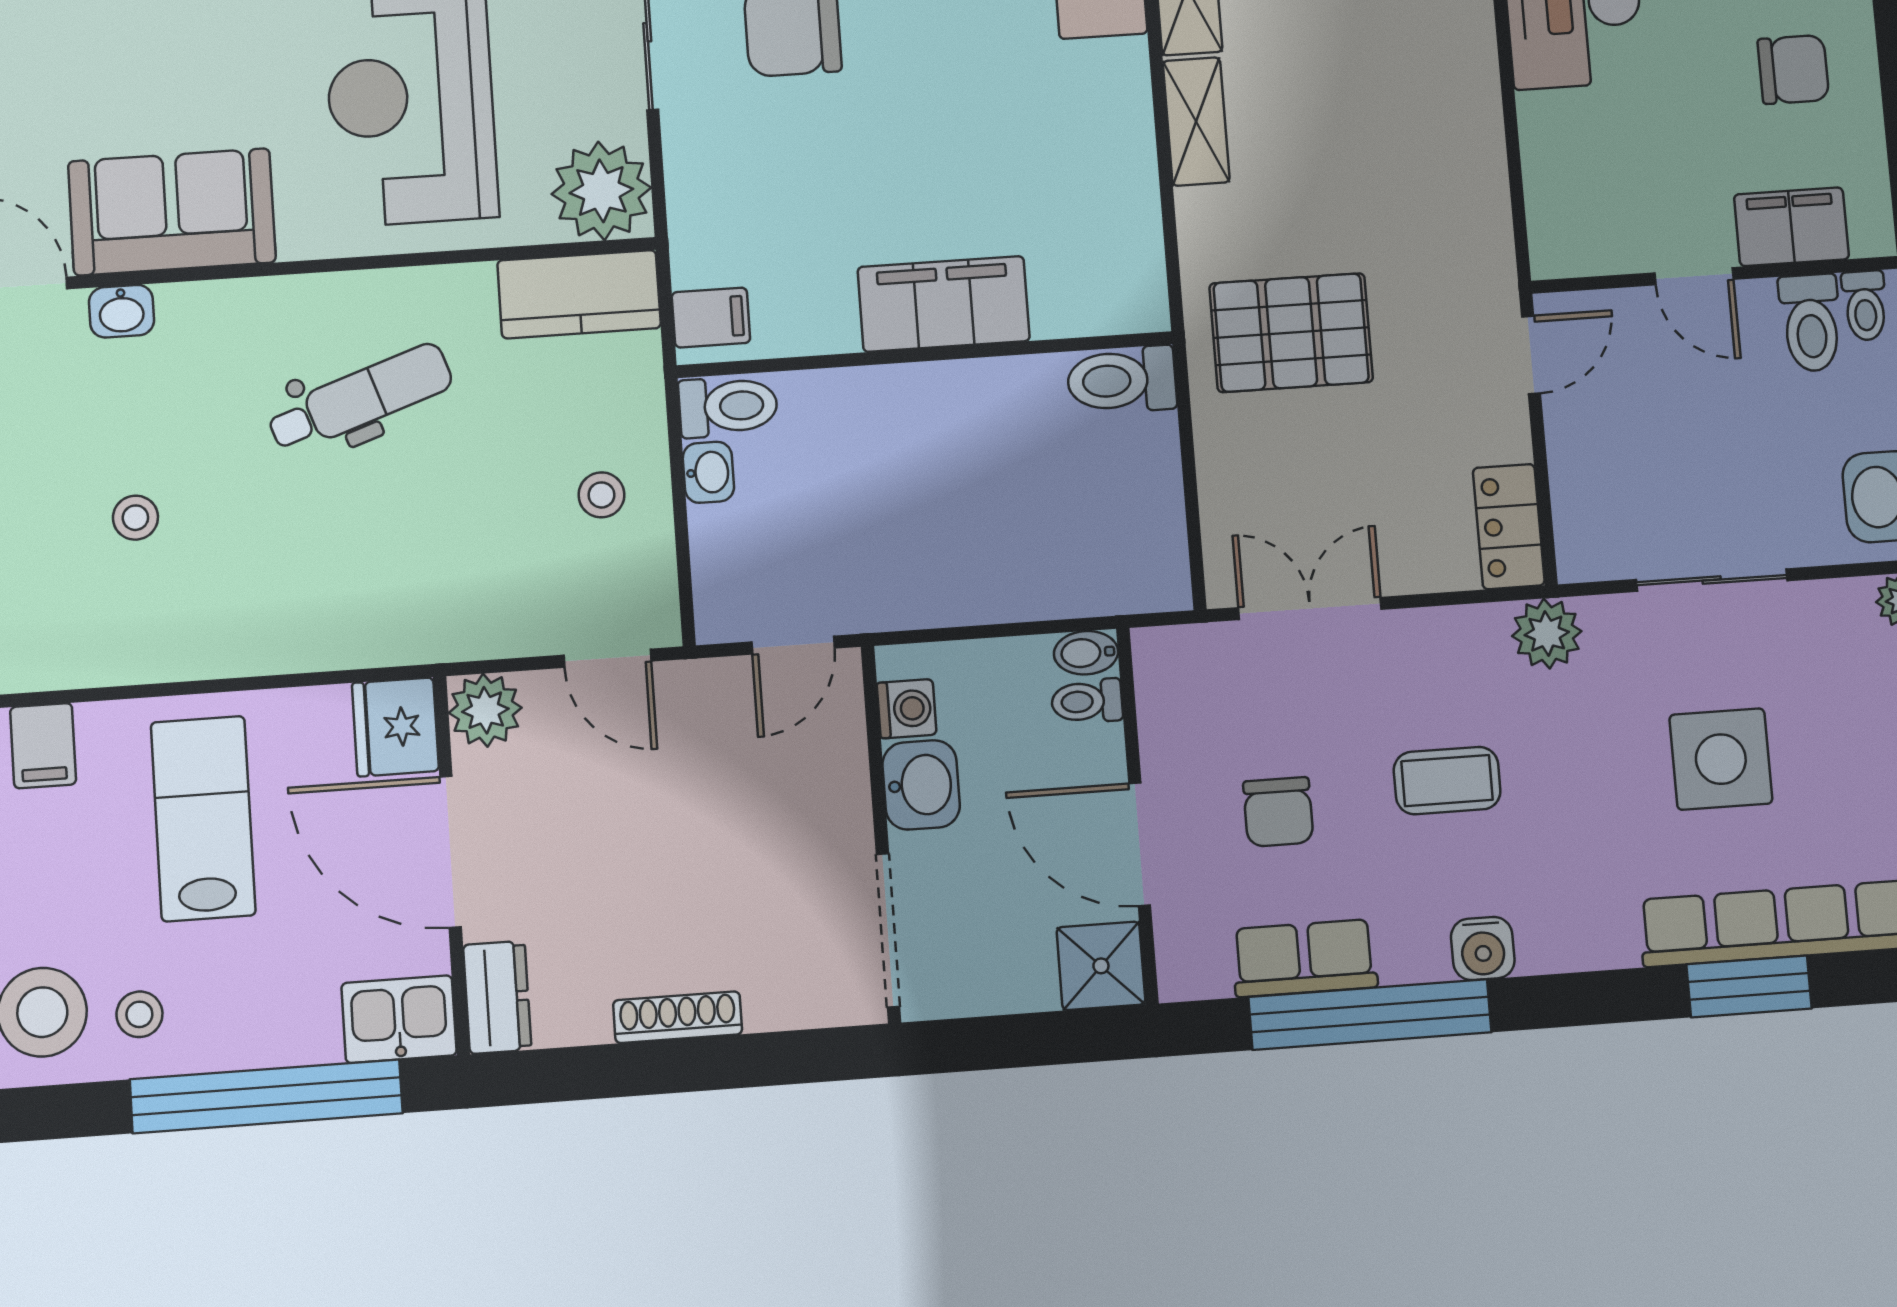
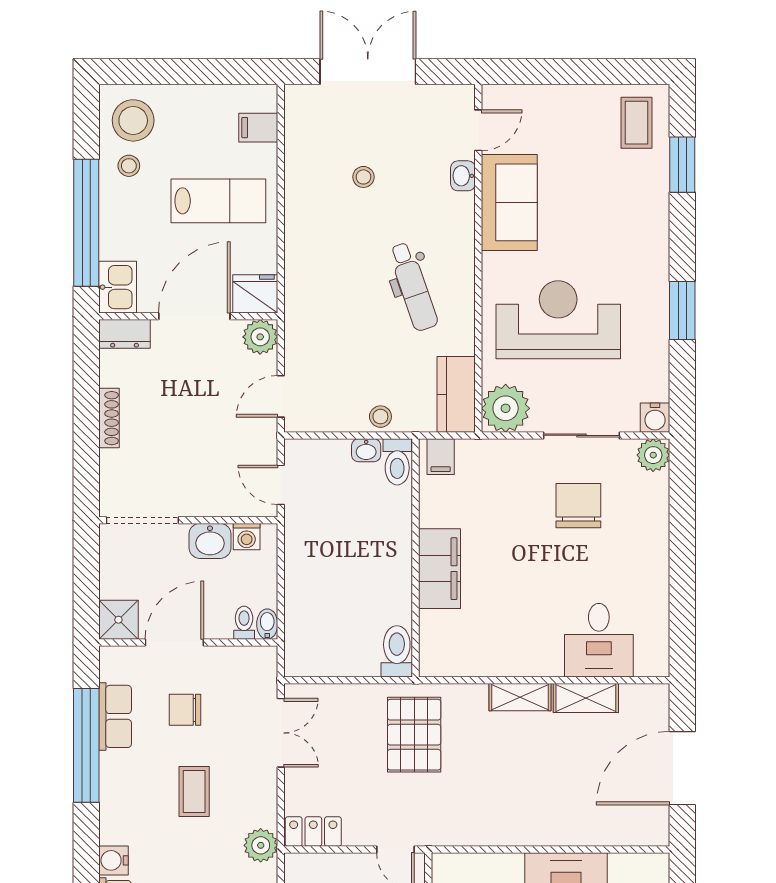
stool: (601, 495) -> (380, 417), moved
water cooler: (1483, 949) -> (113, 860), moved

